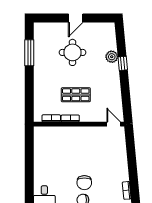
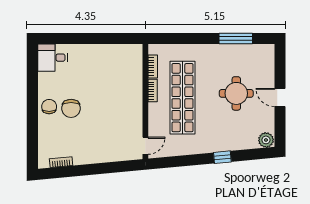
plant: (112, 57) -> (266, 140), moved
shop shelf: (76, 95) -> (183, 98), width x2.00, depth x1.36
chair: (84, 183) -> (71, 108), turned -90

